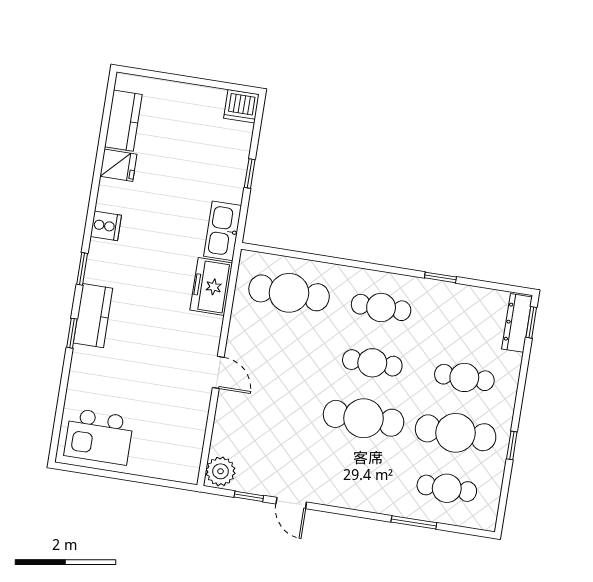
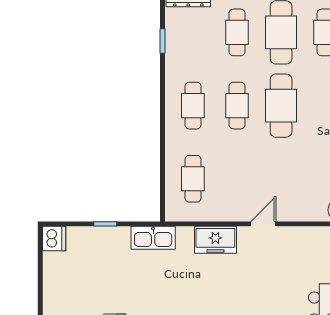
window: (440, 277) -> (162, 41), moved
freezer: (211, 287) -> (215, 240), moved
cafe table: (289, 293) -> (193, 179), width x0.73, depth x0.74

